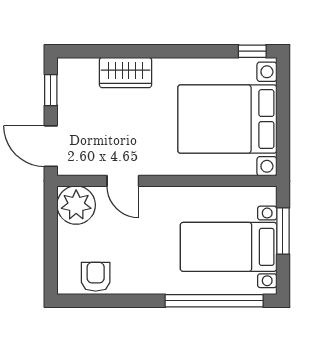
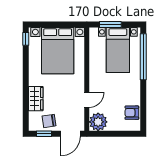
chair: (78, 101) -> (49, 121), added

